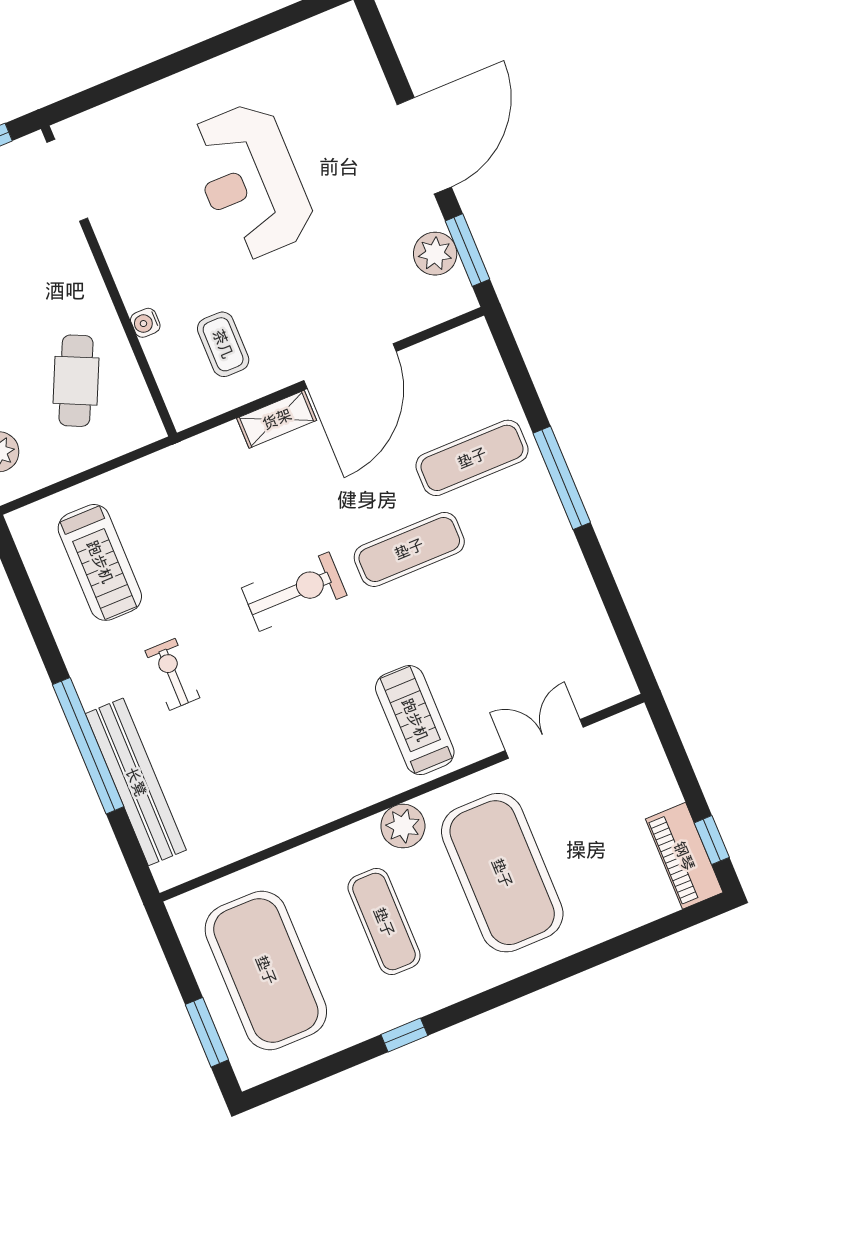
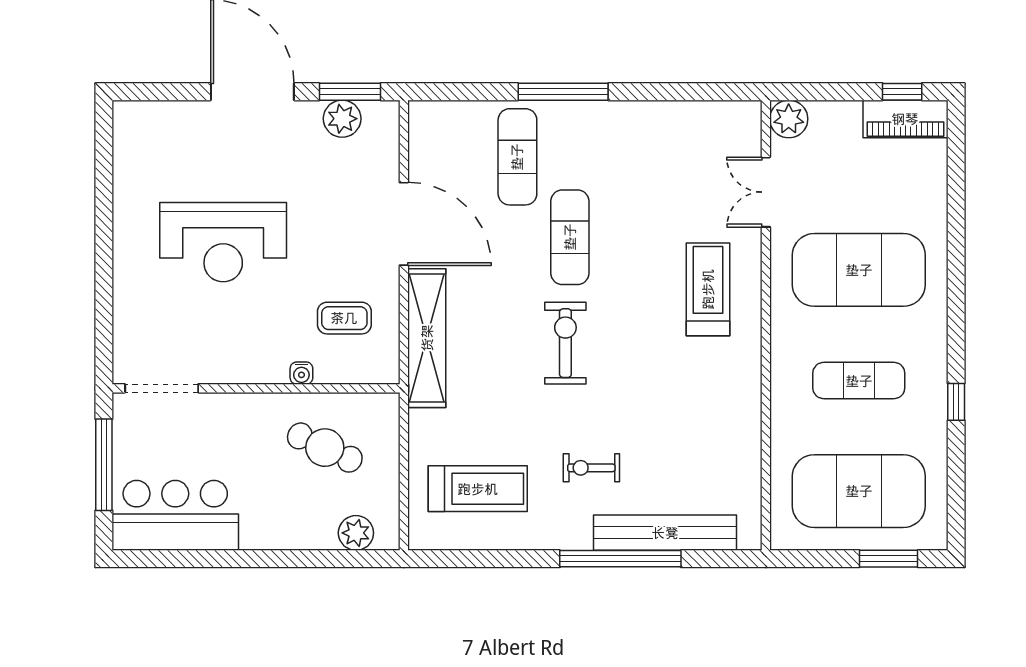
shelving: (277, 419) -> (427, 338), width x2.20, depth x1.33
treadmill: (415, 720) -> (708, 289), turned 90
plant: (403, 826) -> (789, 119), moved

